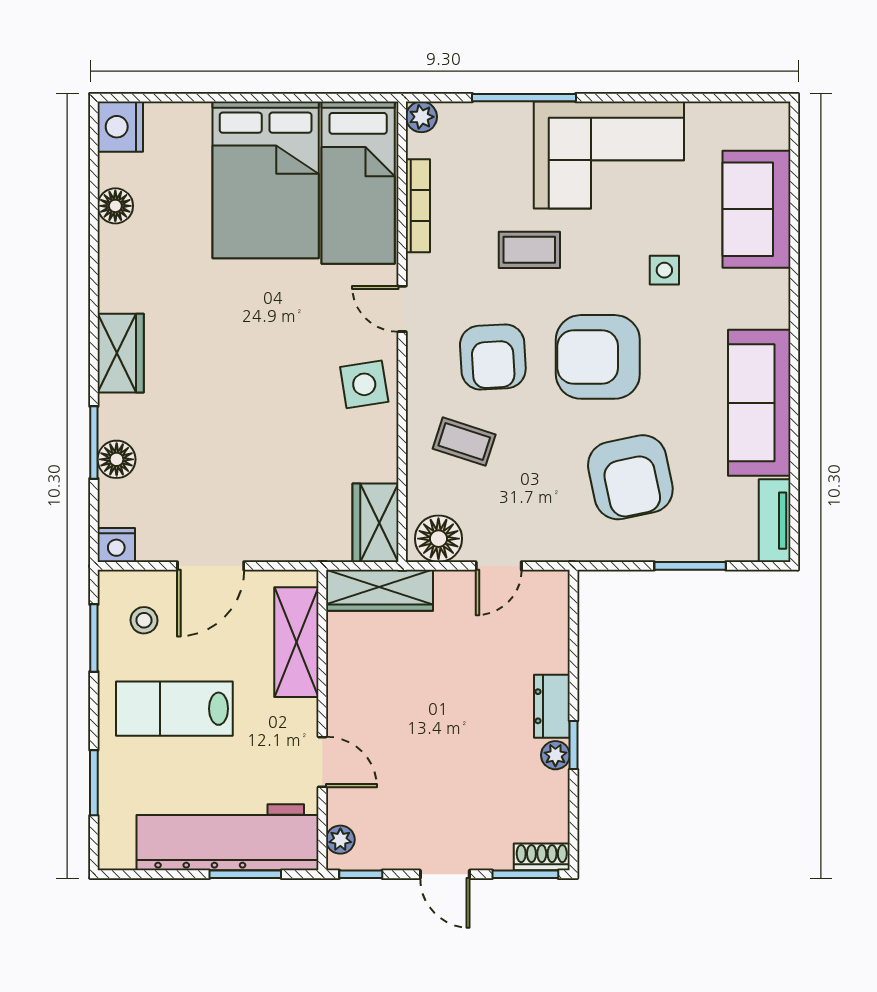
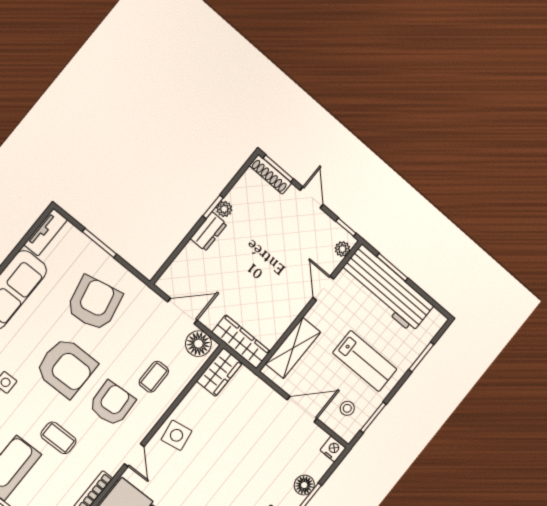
coffee table: (464, 442) -> (154, 377), turned 72
door: (499, 566) -> (182, 311), width x1.38
shoe rack: (542, 857) -> (270, 174), width x1.43

